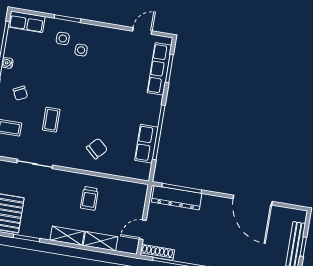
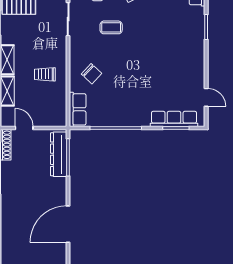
side table: (63, 38) -> (187, 26), removed
side table: (81, 50) -> (179, 44), removed
row of seats: (146, 144) -> (78, 109), moved, turned 90

